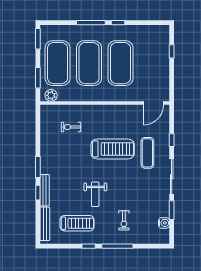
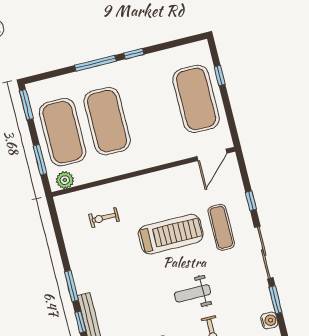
exercise mat: (121, 63) -> (196, 99), moved
weight bench: (95, 194) -> (193, 293), moved, turned 90

